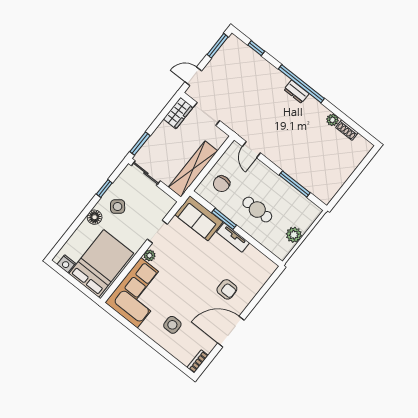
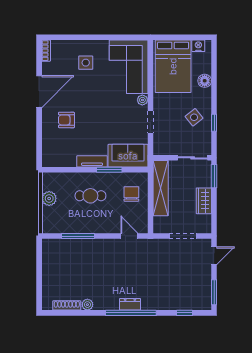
wardrobe: (178, 113) -> (204, 201), moved
shoe rack: (347, 130) -> (67, 305), width x1.43
floor lamp: (95, 217) -> (205, 81), moved

